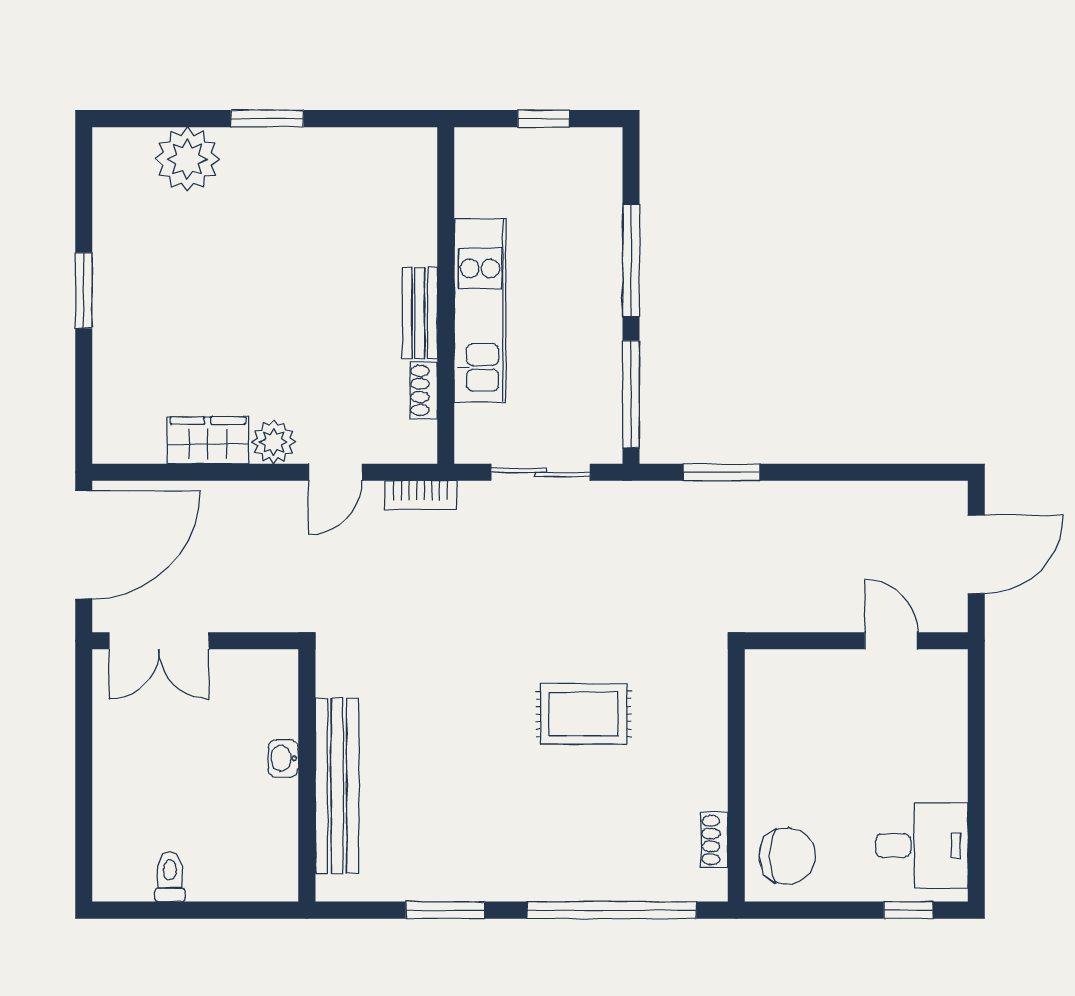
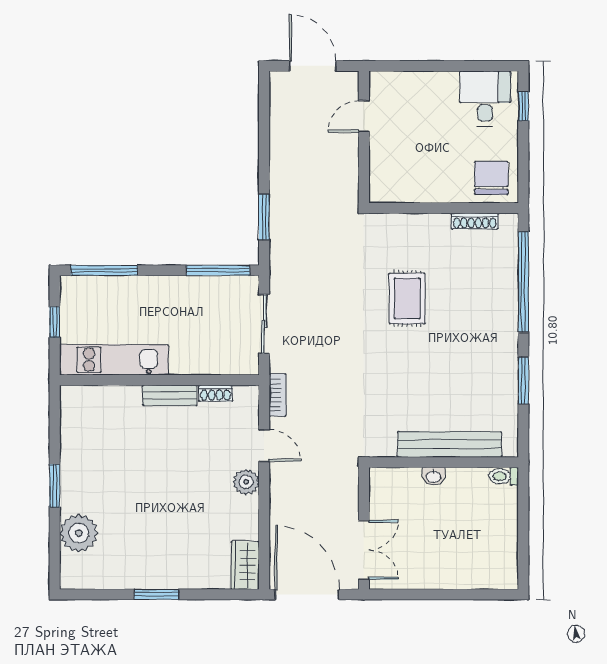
window: (631, 261) -> (104, 270), moved
kitchen unit: (480, 311) -> (114, 360), moved
wardrobe: (208, 440) -> (245, 565), moved
shoe rack: (714, 840) -> (475, 221), width x1.43
toilet: (170, 877) -> (504, 476), moved

